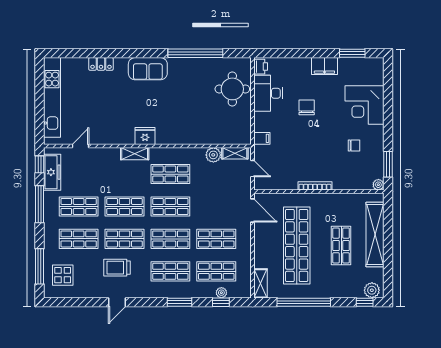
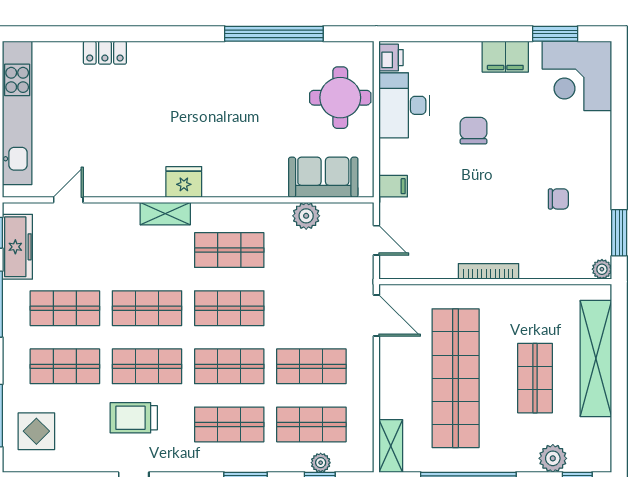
sofa: (148, 69) -> (323, 177), moved, turned 180
corner desk: (364, 105) -> (577, 76), moved
shelving: (235, 153) -> (345, 213), removed
plant: (372, 290) -> (553, 458), moved

